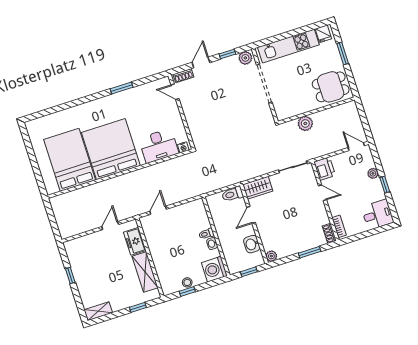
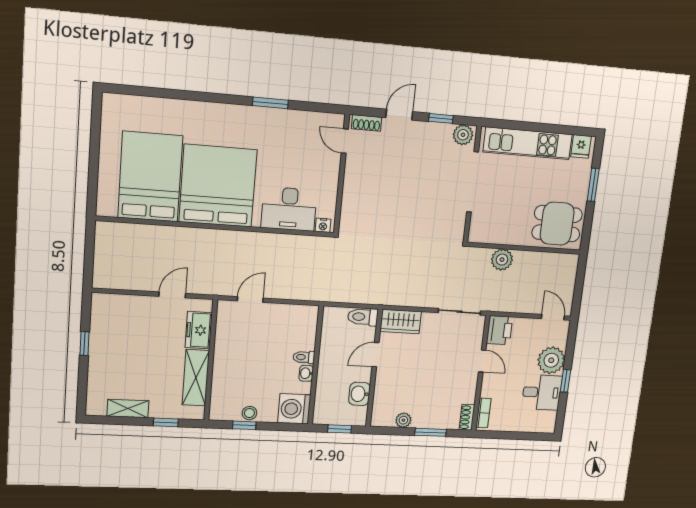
plant: (373, 173) -> (551, 360), width x1.88, depth x1.88
desk: (377, 215) -> (542, 392), moved
plant: (271, 256) -> (403, 420), moved
shelving: (98, 311) -> (128, 409), moved

